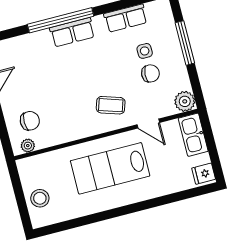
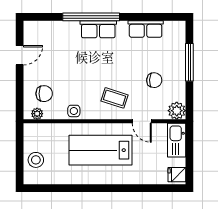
side table: (145, 51) -> (74, 111), moved

